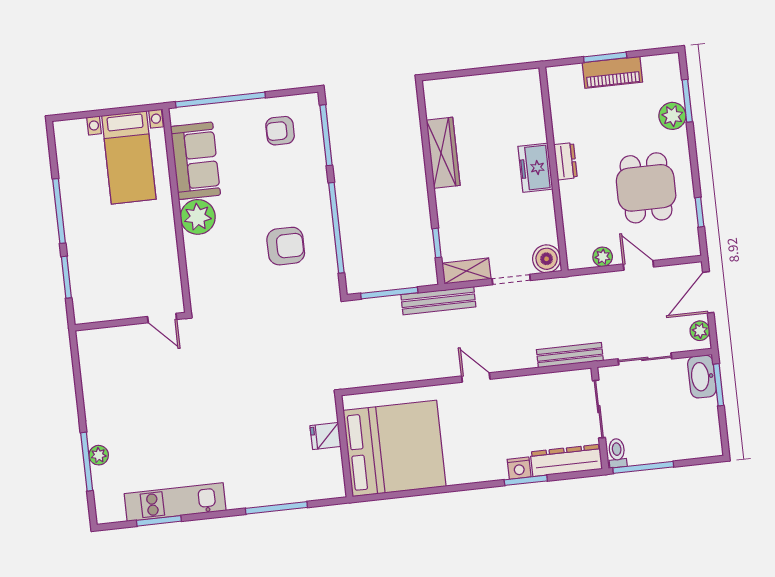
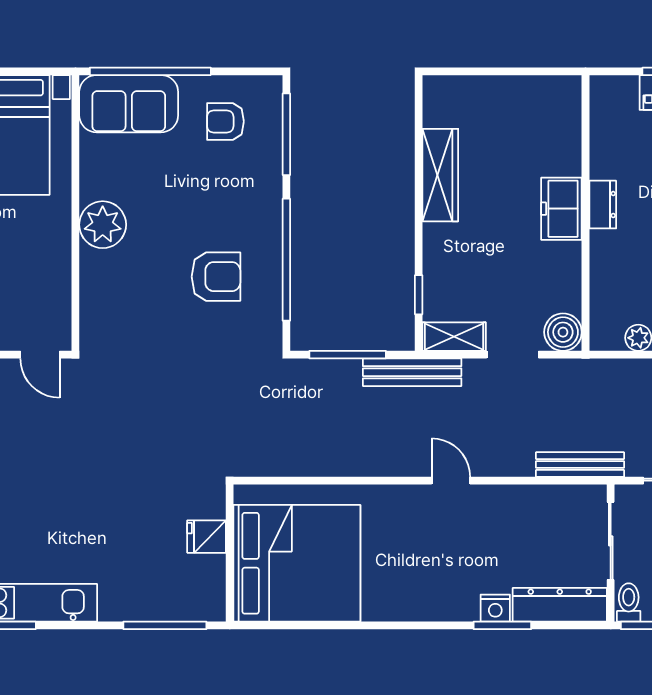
sofa: (195, 161) -> (129, 104), moved, turned 90
fridge: (326, 436) -> (207, 537), moved
wall: (344, 446) -> (230, 553), moved
bed: (394, 448) -> (297, 563), moved

